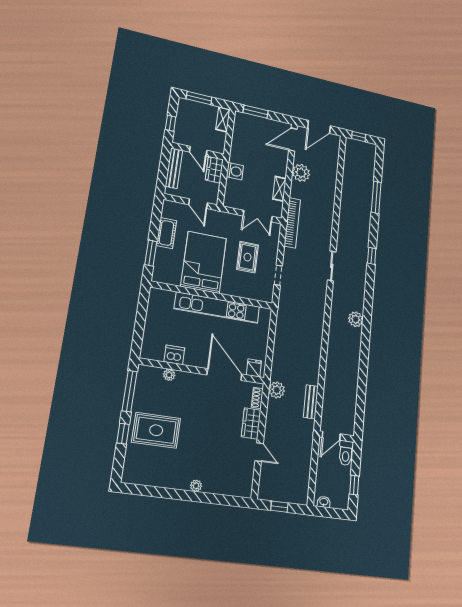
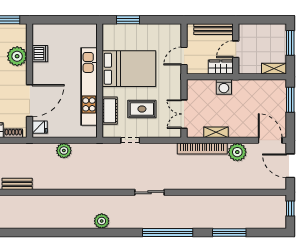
window: (171, 123) -> (258, 20), removed
bookcase: (292, 223) -> (202, 149), moved
cot: (166, 233) -> (110, 111), moved, turned 90
window: (372, 256) -> (168, 232), width x3.17
plant: (169, 375) -> (17, 56), width x1.87, depth x1.87
plant: (277, 390) -> (64, 151), moved

